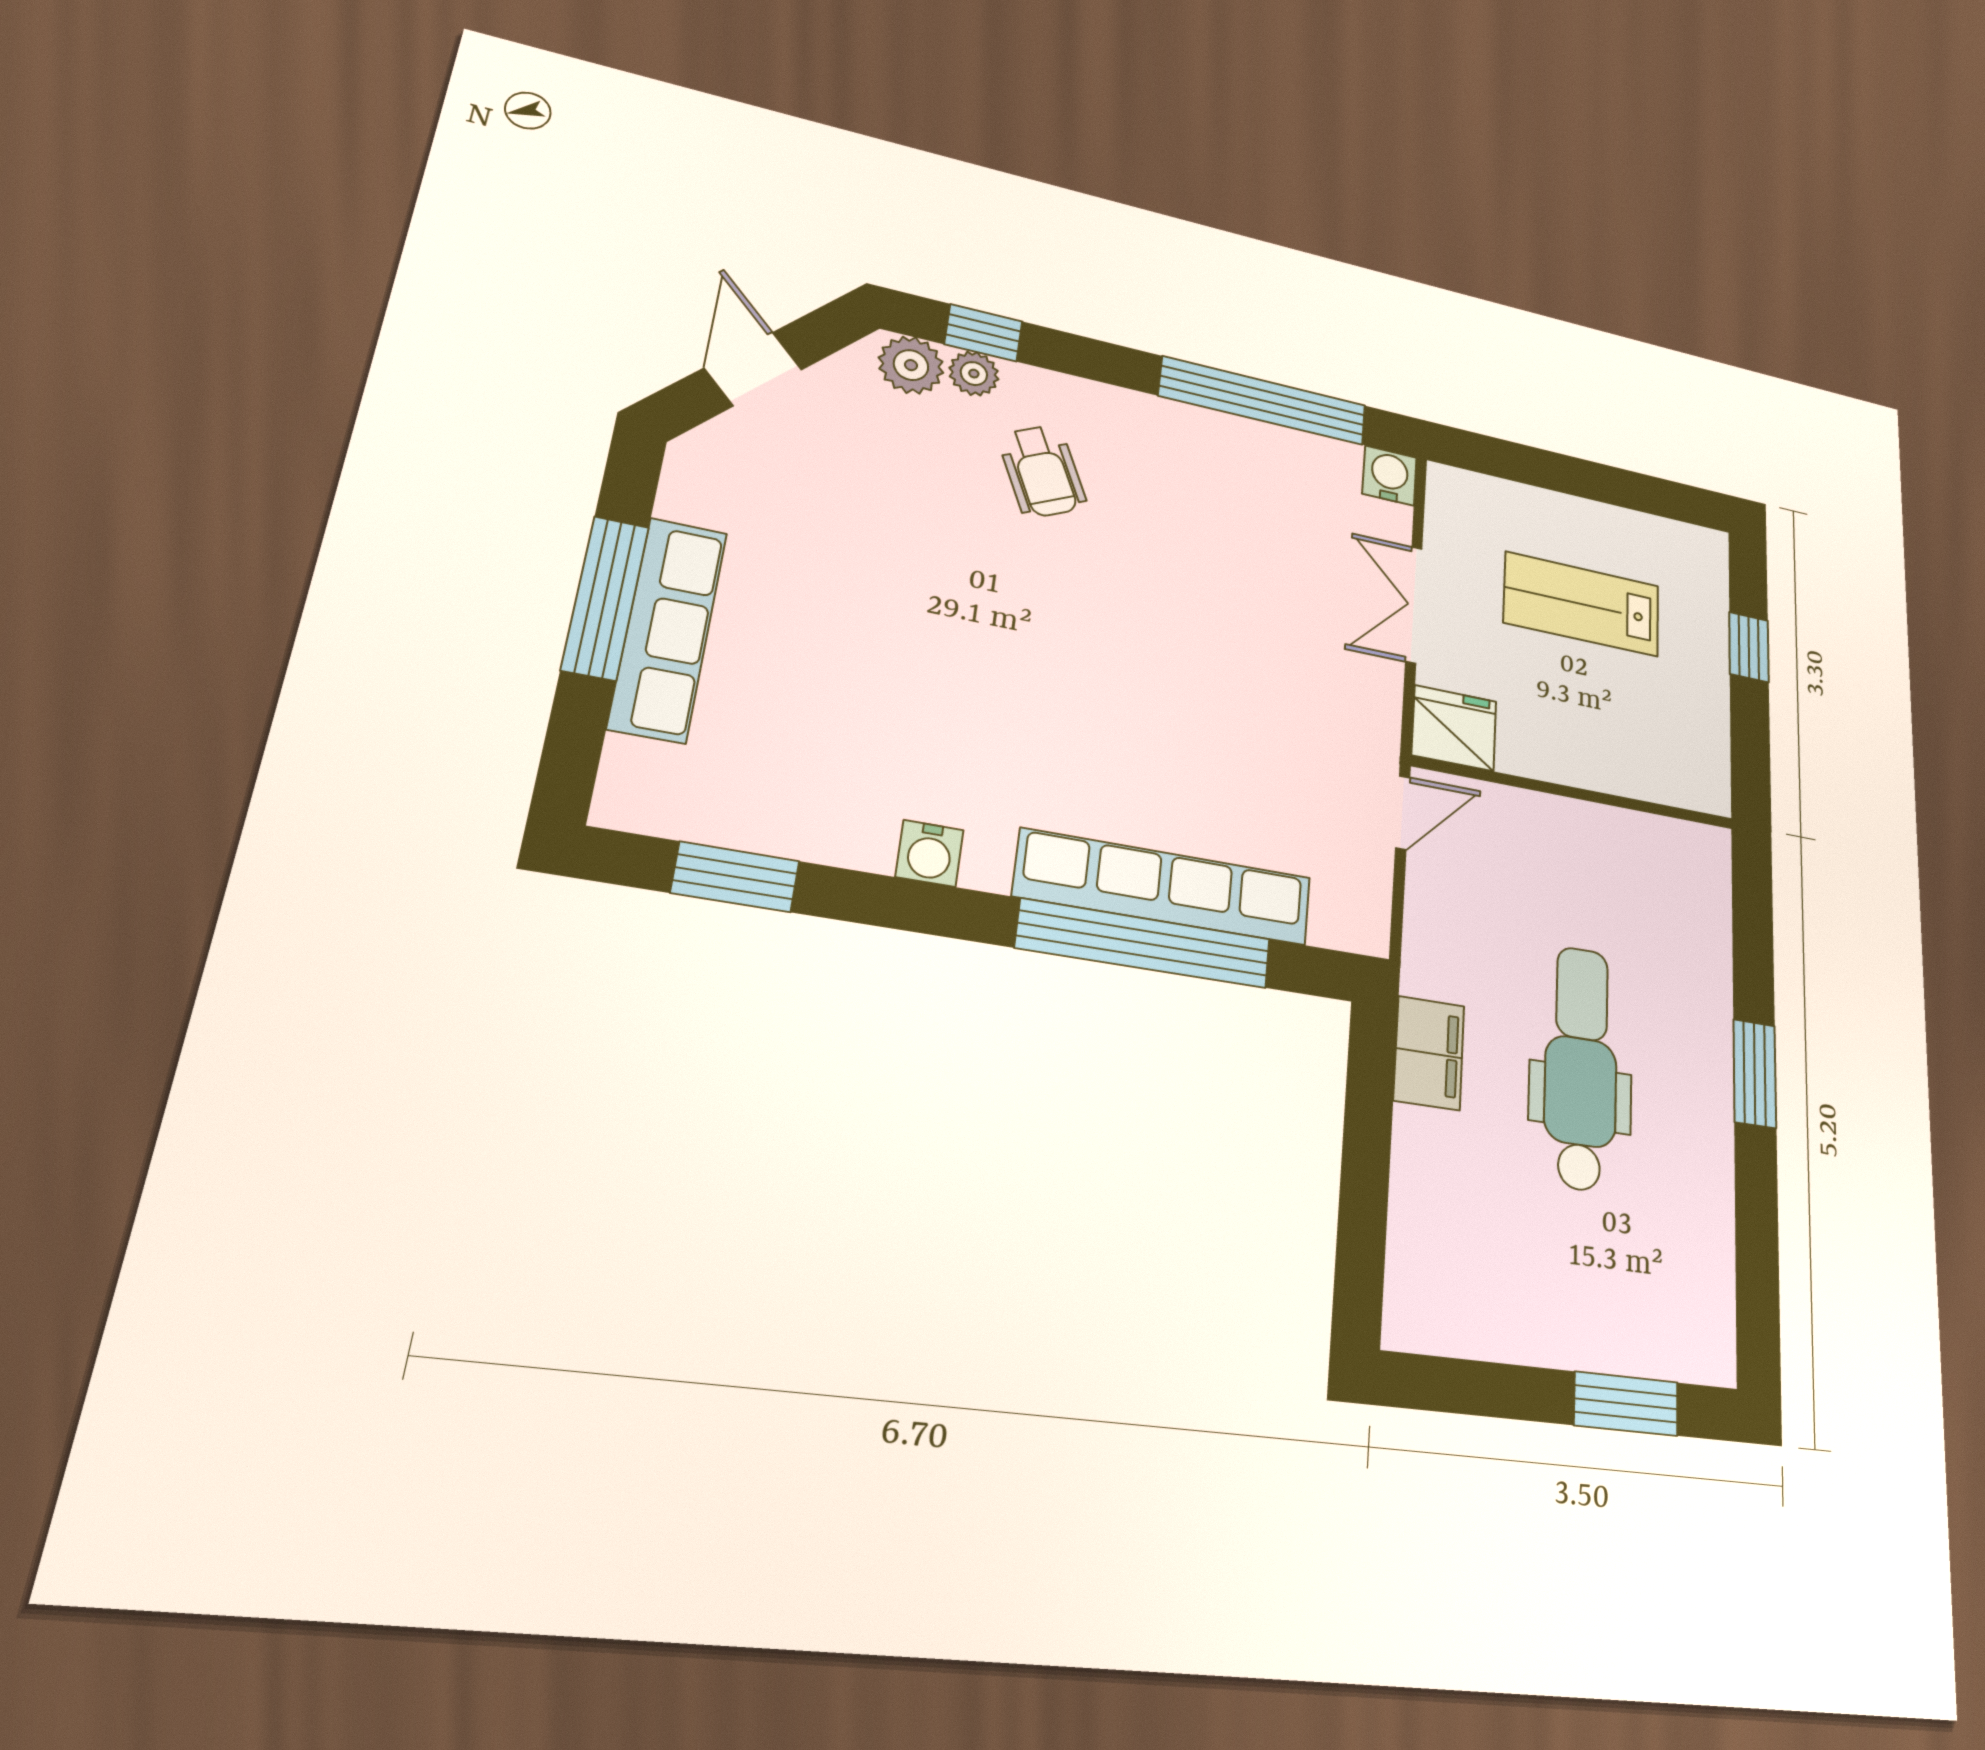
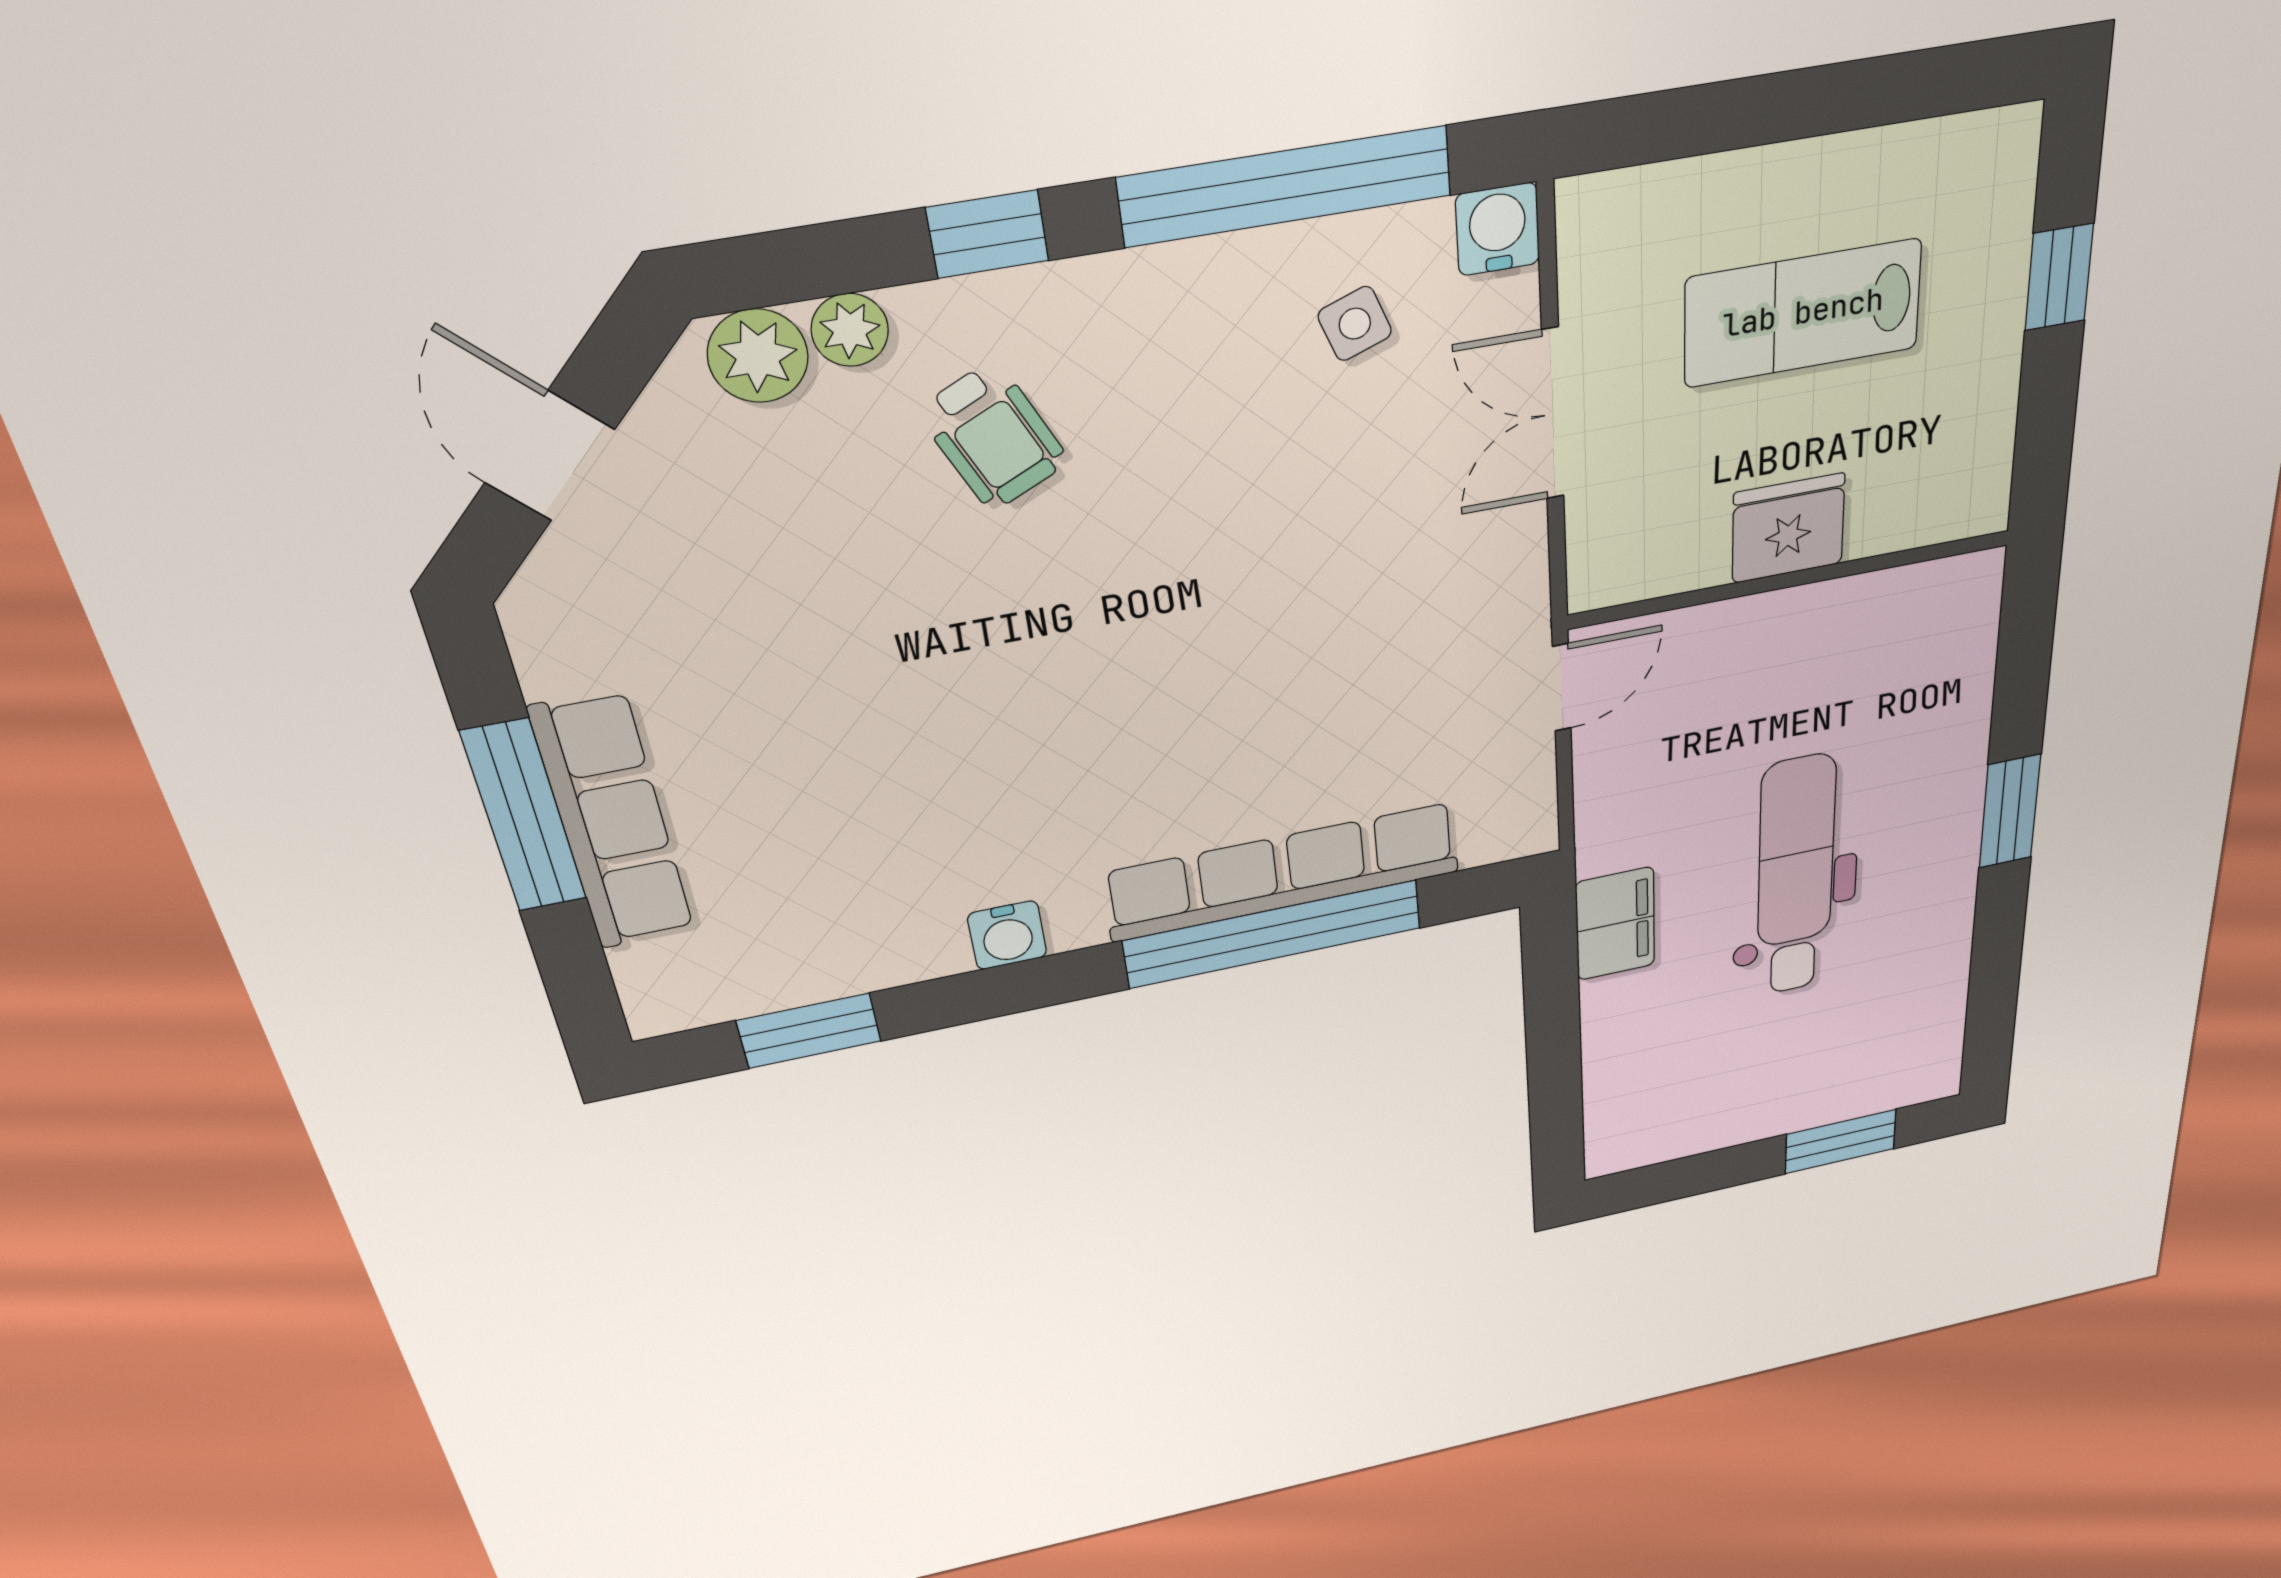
window: (983, 333) -> (987, 234), moved
side table: (1292, 496) -> (1355, 324), added
fridge: (1454, 728) -> (1788, 528), moved

